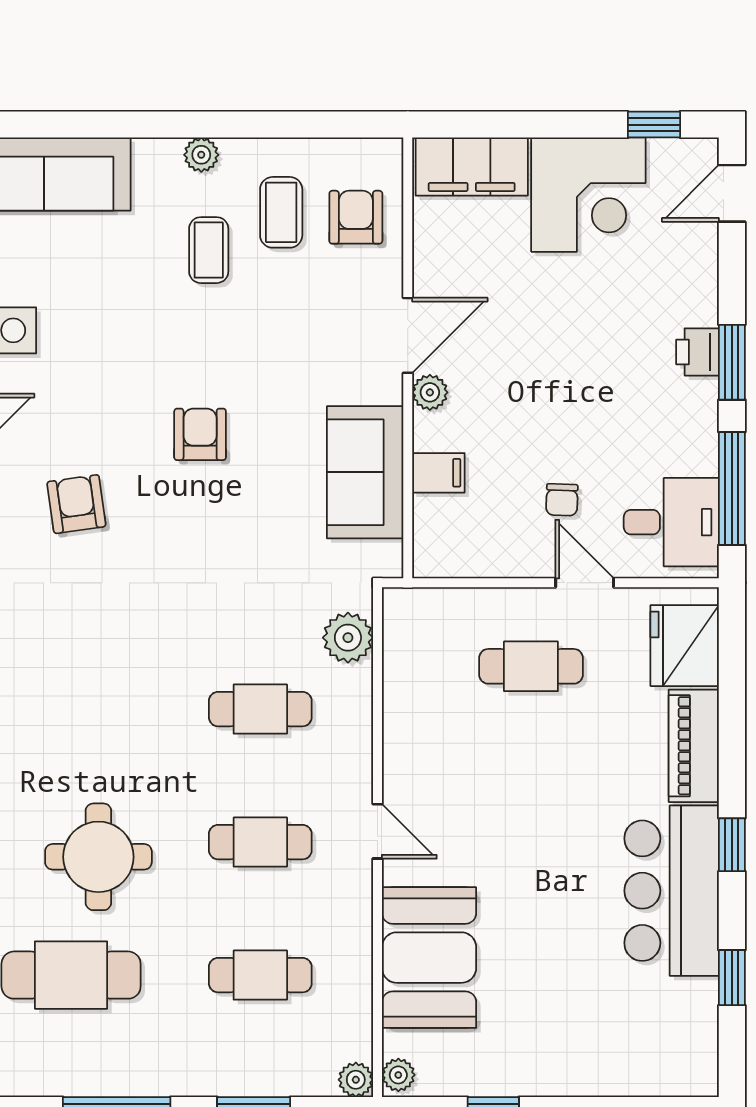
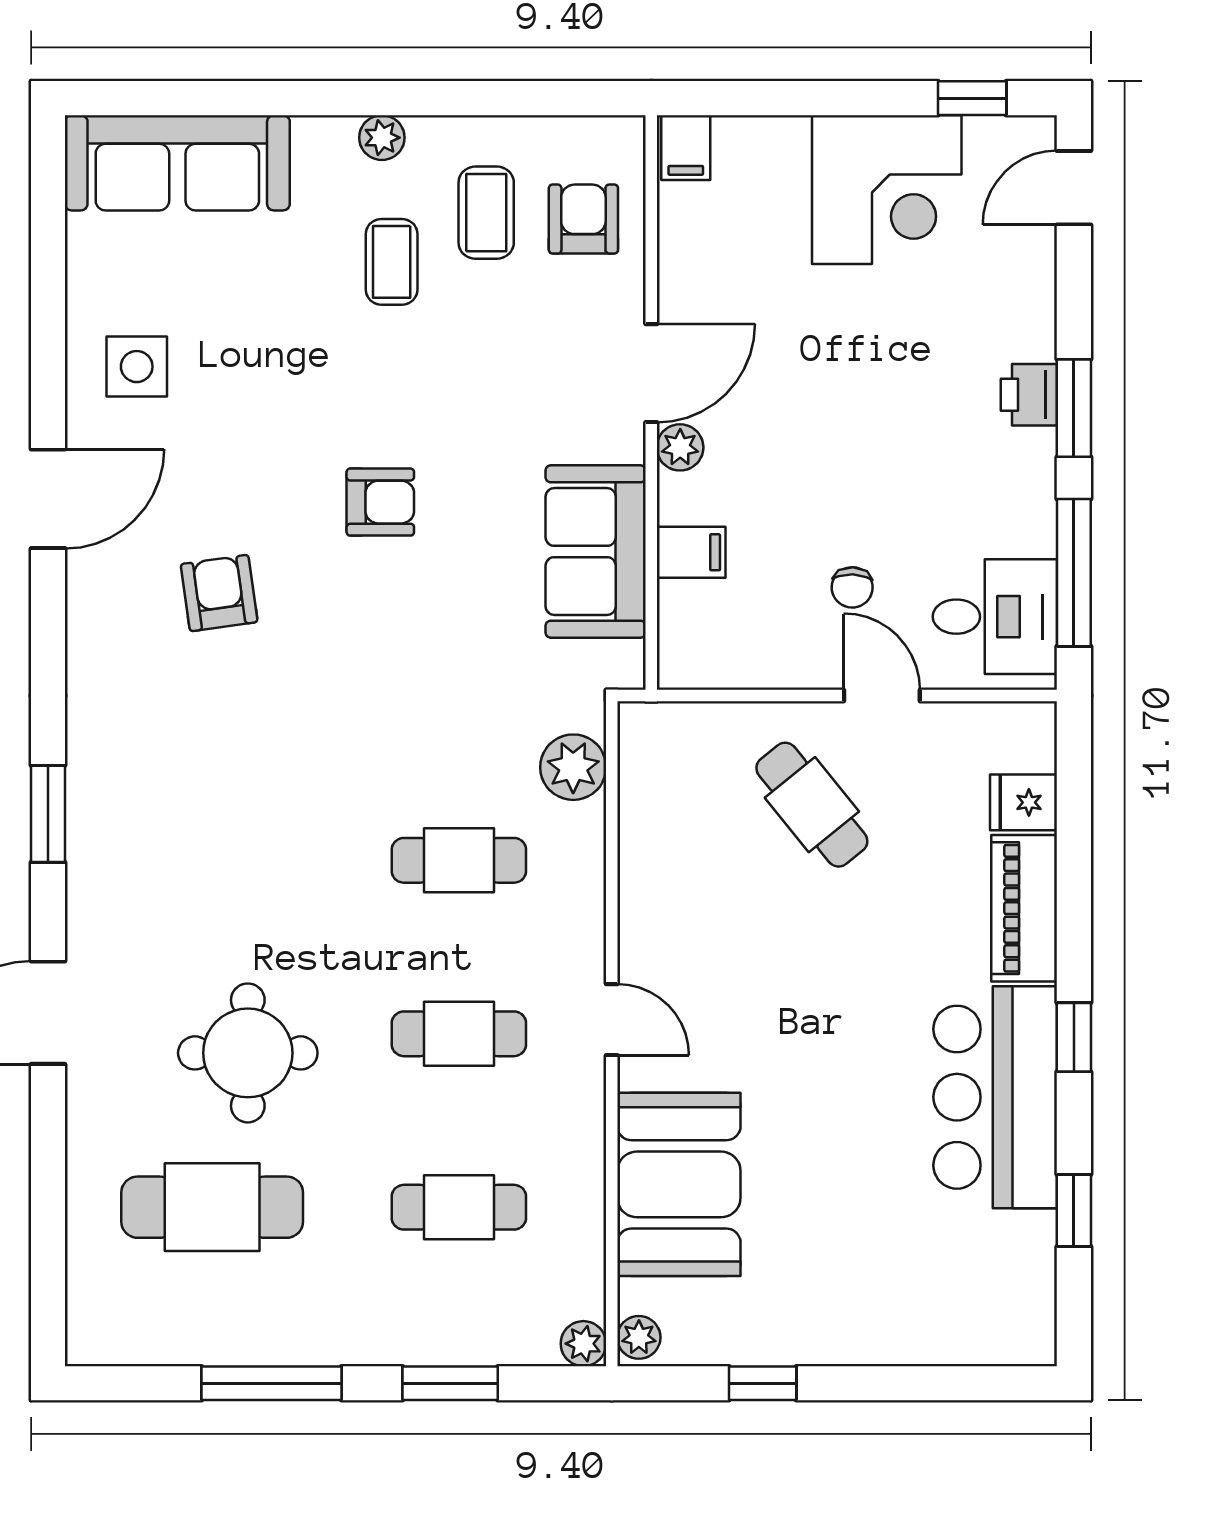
filing cabinet: (472, 167) -> (686, 148), width x0.33, depth x0.86
armchair: (200, 434) -> (380, 502), turned 90
fridge: (685, 646) -> (1024, 802), width x0.53, depth x0.75
cafe table: (531, 666) -> (812, 805), turned 51

